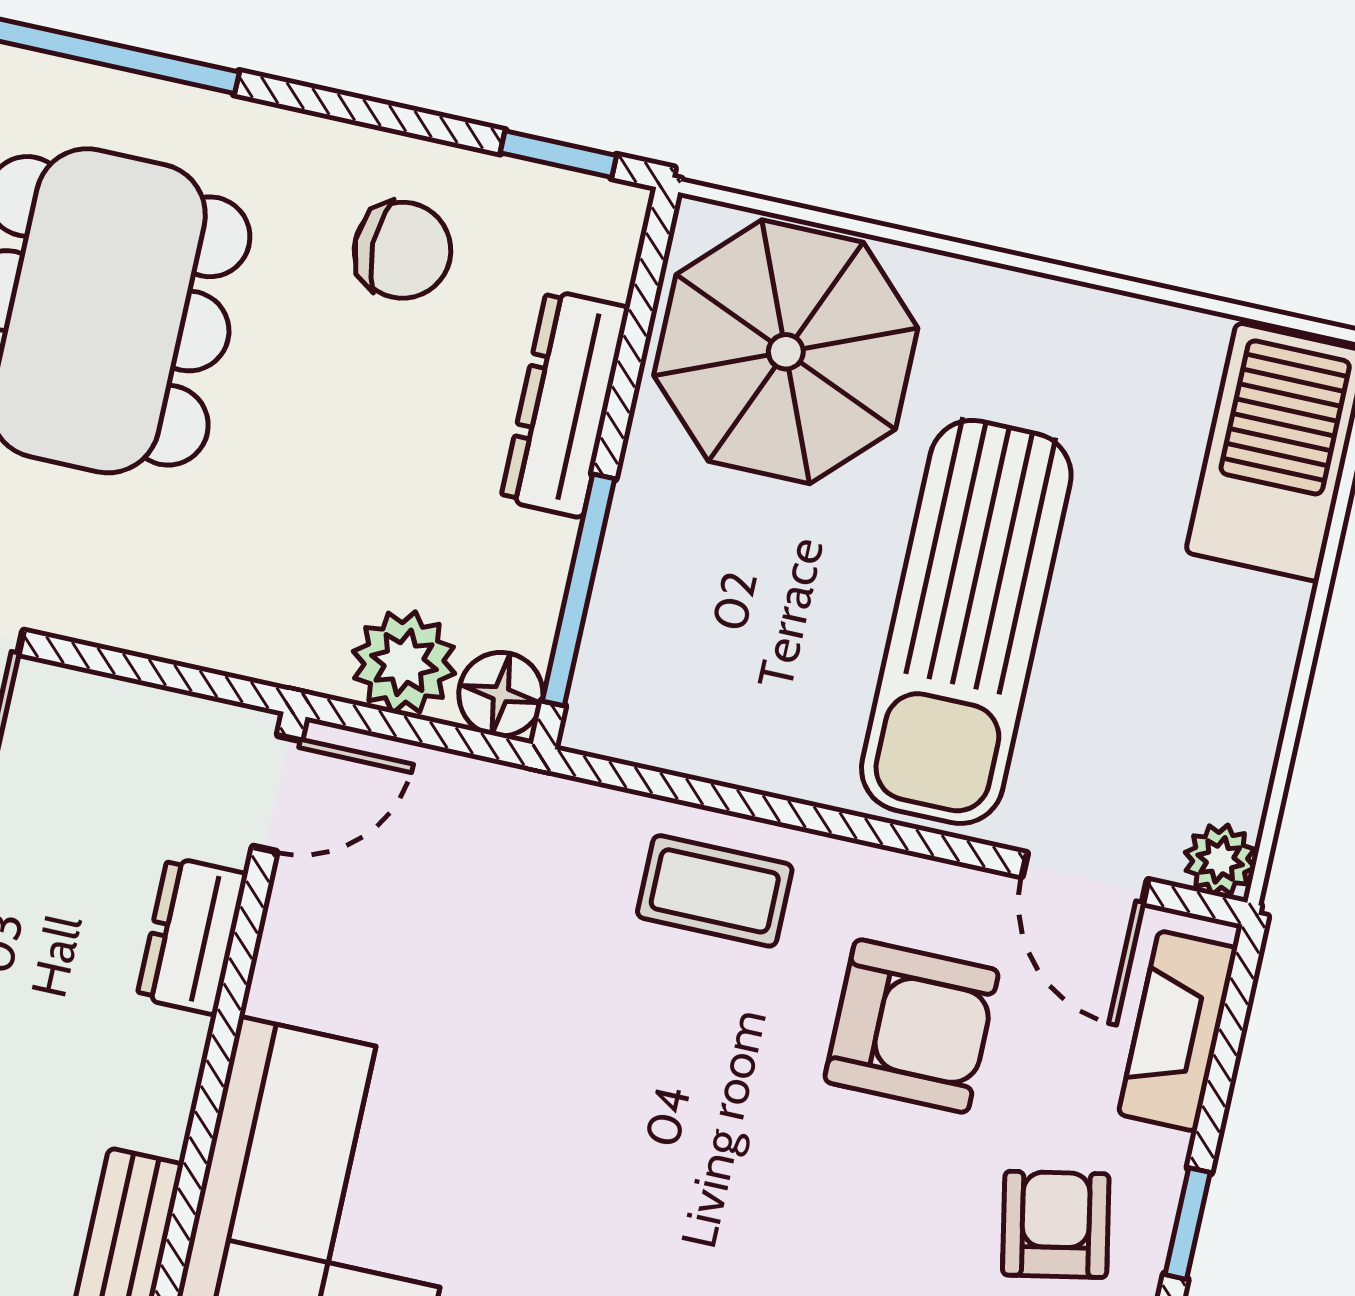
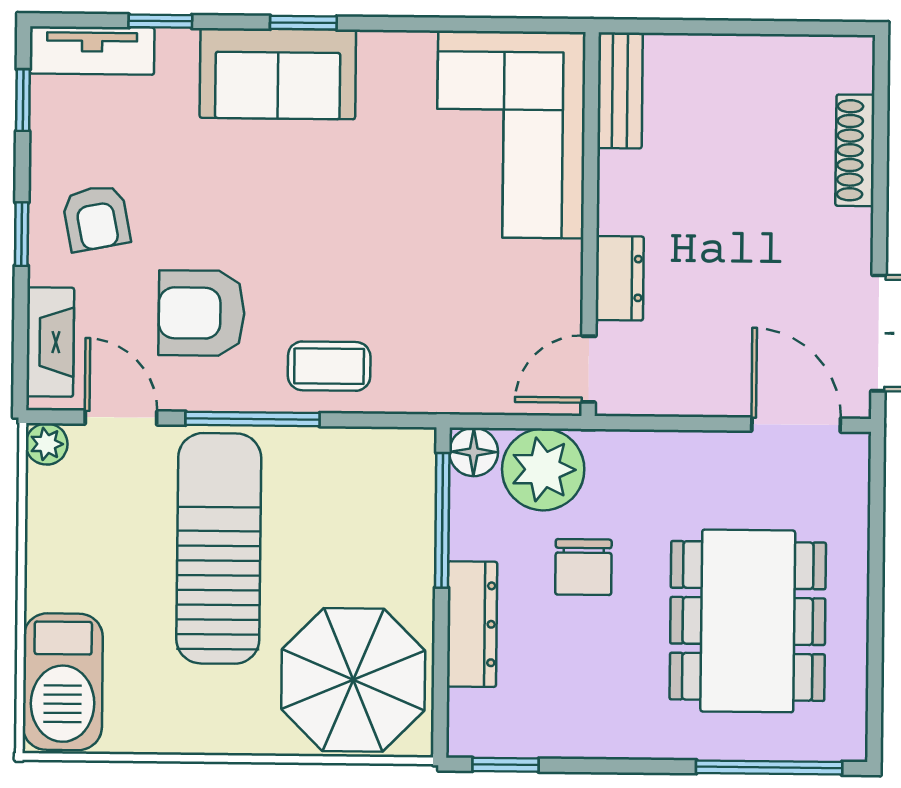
chair: (403, 250) -> (583, 567), moved, turned -90
plant: (404, 662) -> (543, 469), width x1.36, depth x1.36
window: (863, 829) -> (253, 419), added

